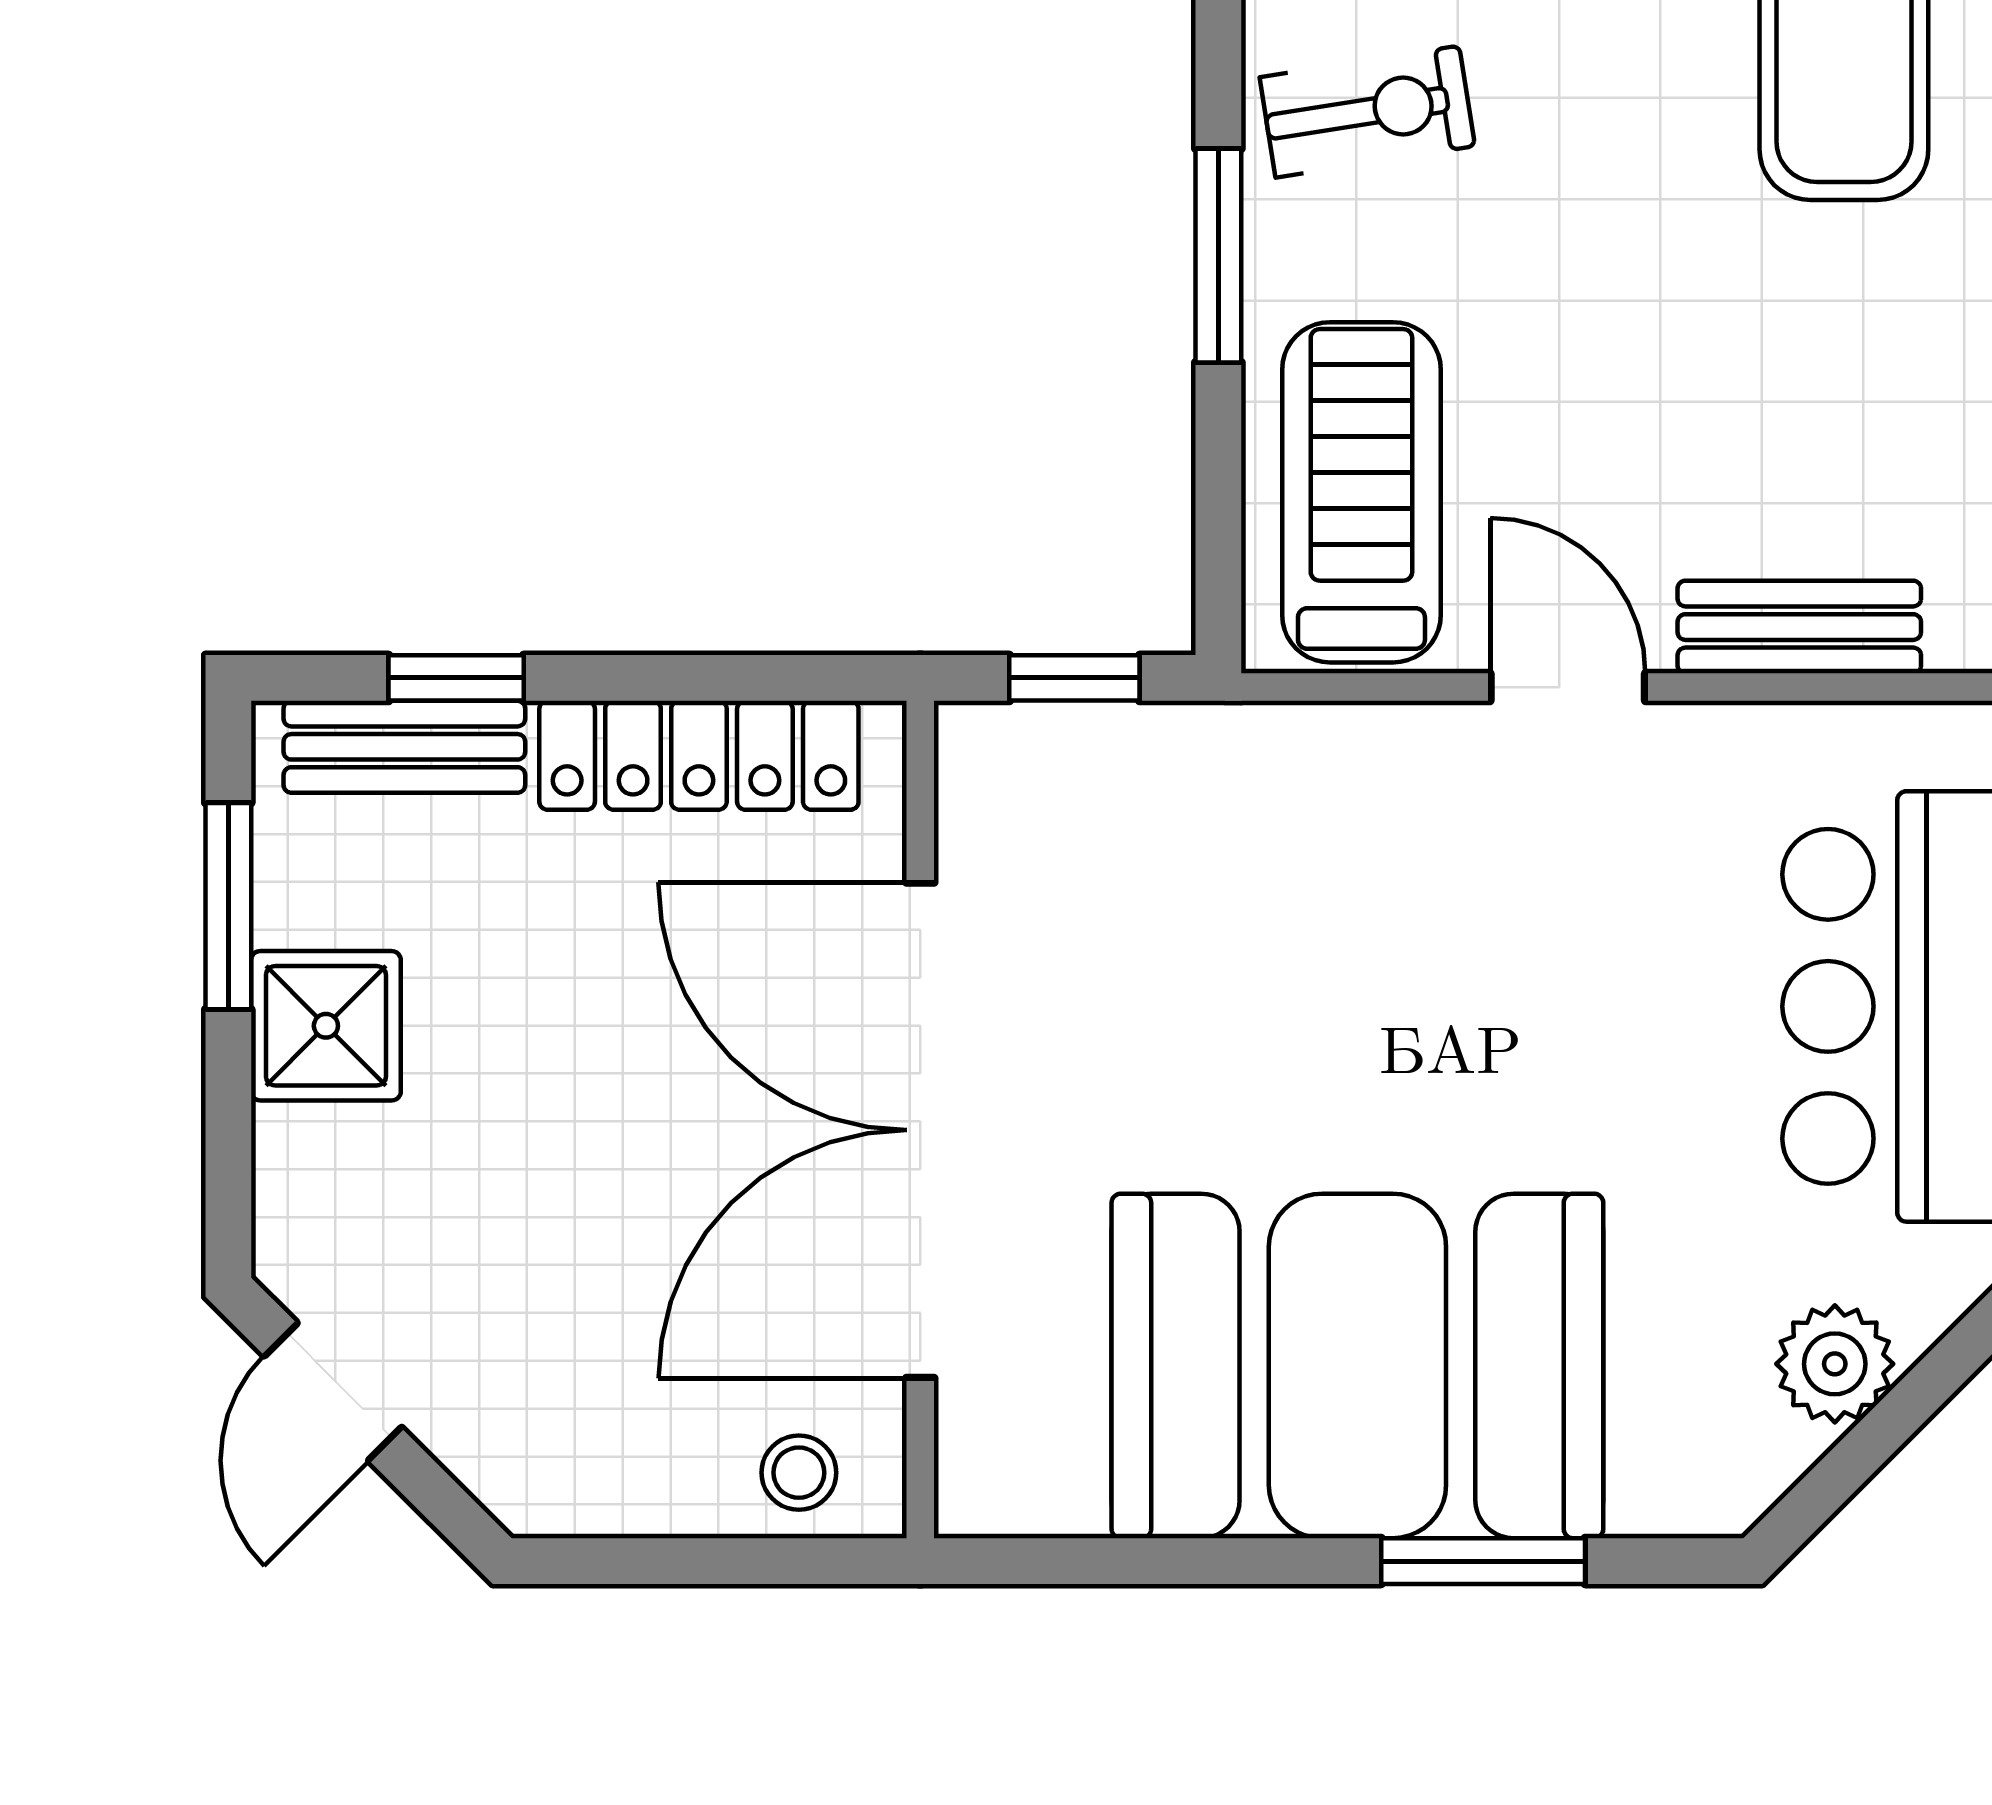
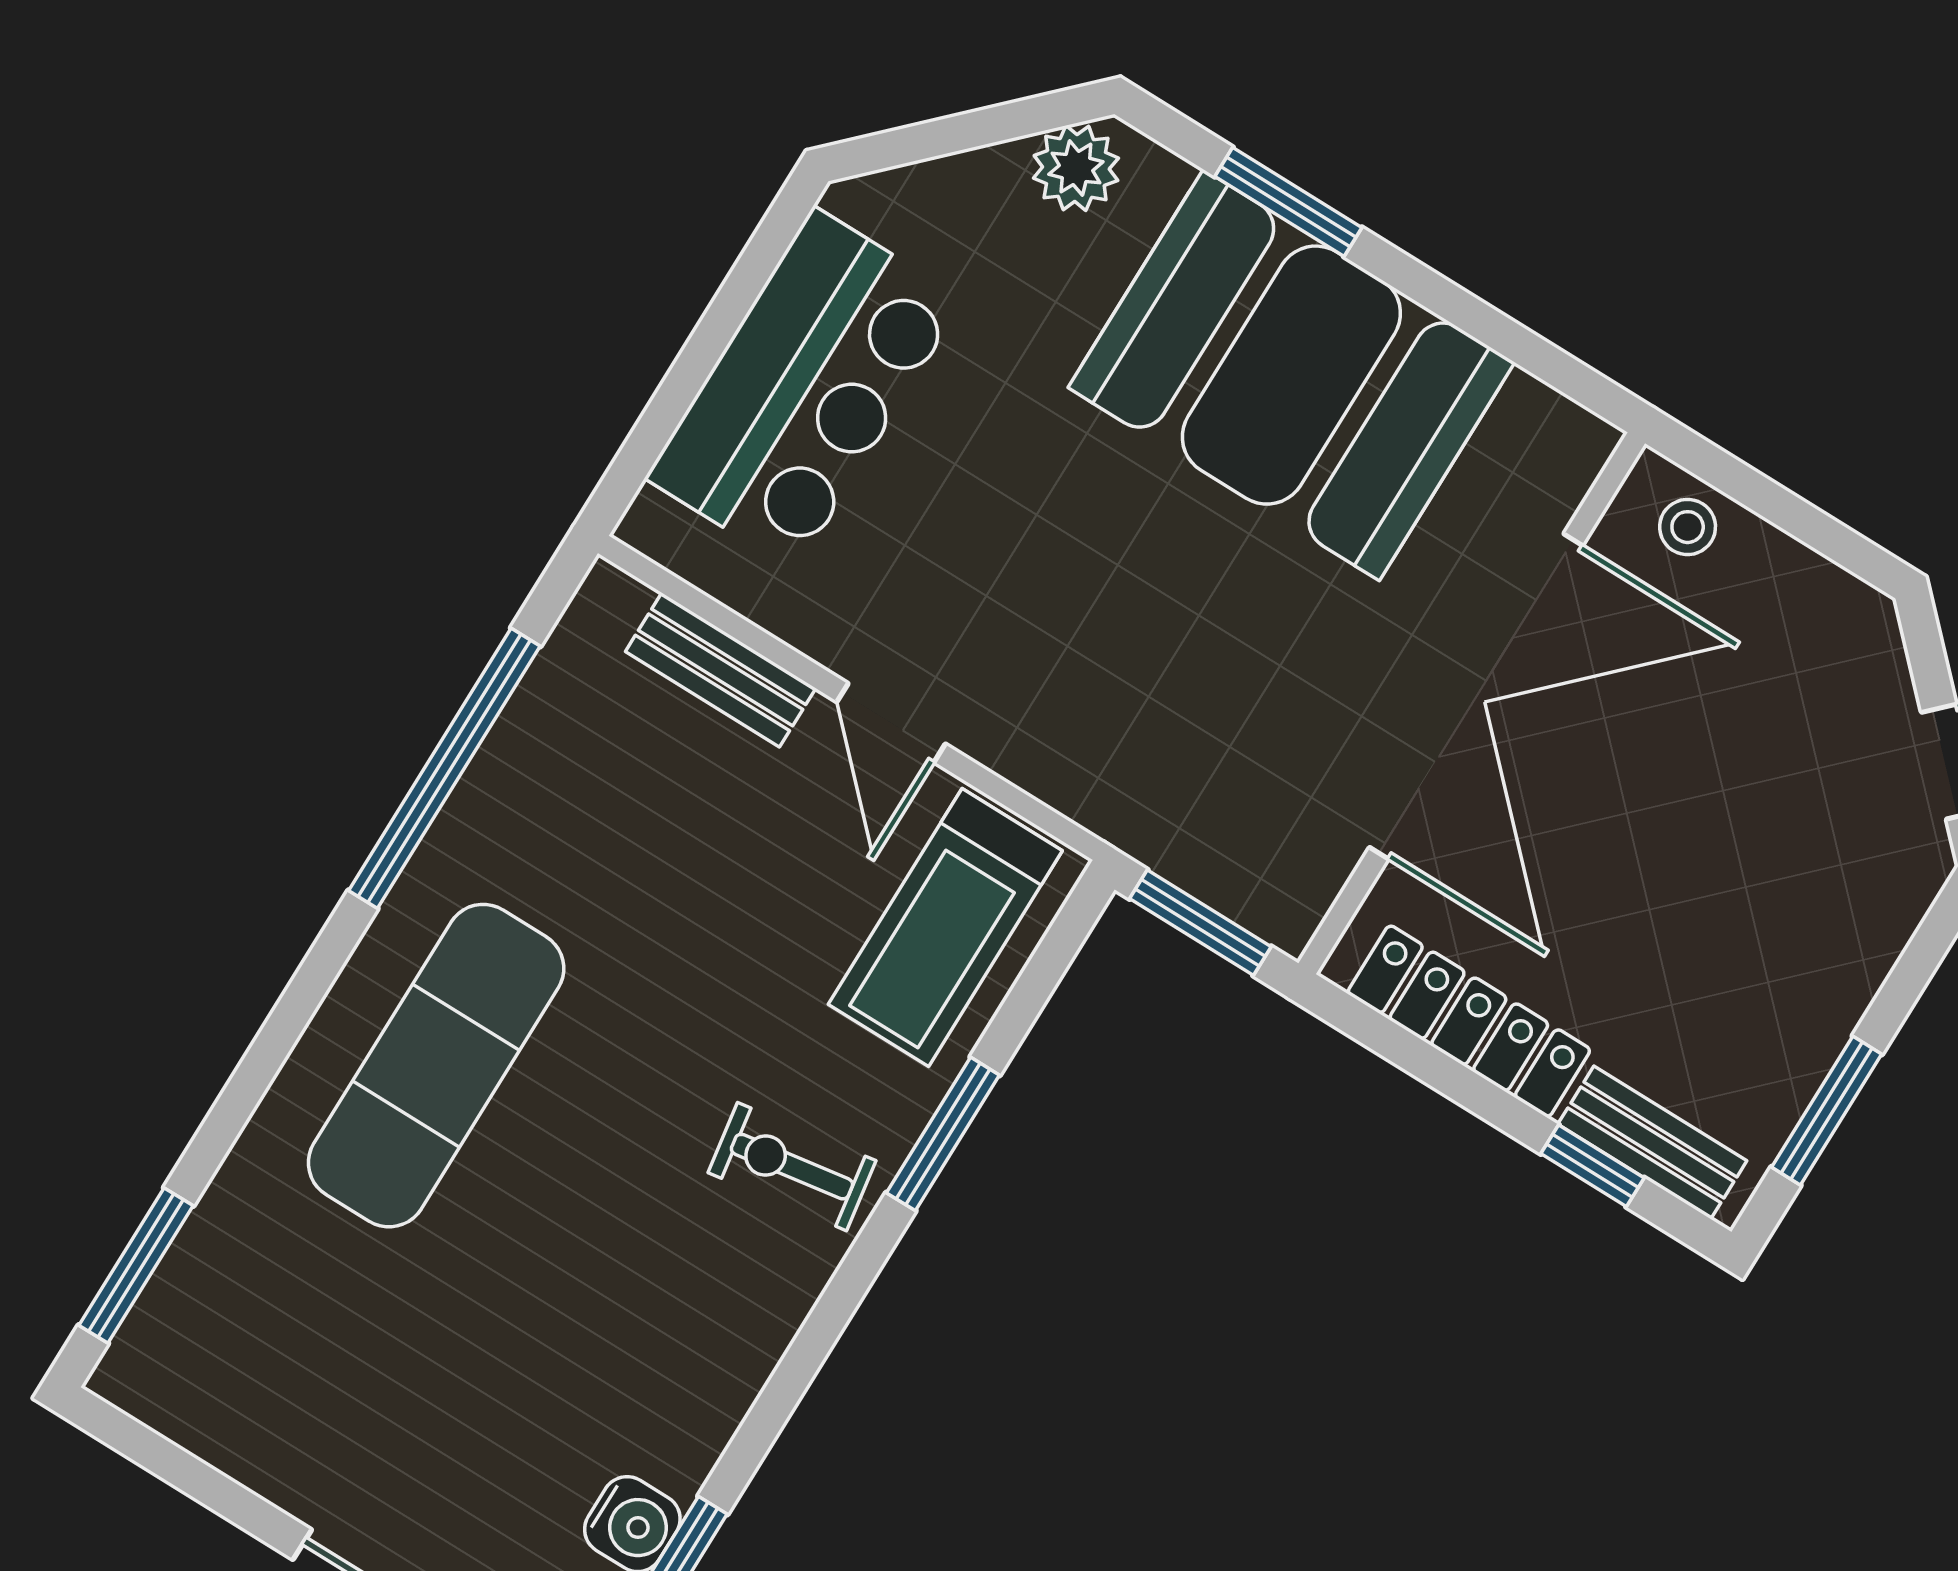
window: (1074, 678) -> (1200, 923), width x1.50
shower: (326, 1026) -> (1812, 996), removed
plant: (1835, 1364) -> (1076, 168), moved

